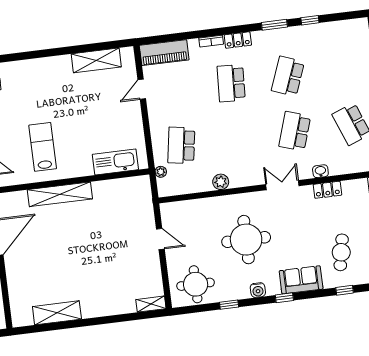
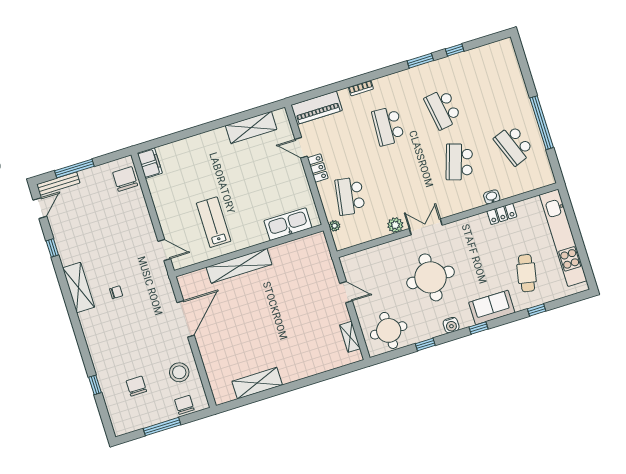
locker: (238, 40) -> (318, 168), moved, turned -90
school desk: (288, 76) -> (443, 109), turned -30
door: (142, 89) -> (301, 148), hinge flipped
double door: (282, 185) -> (426, 227), moved
shelving: (151, 304) -> (350, 337), moved, turned 90

